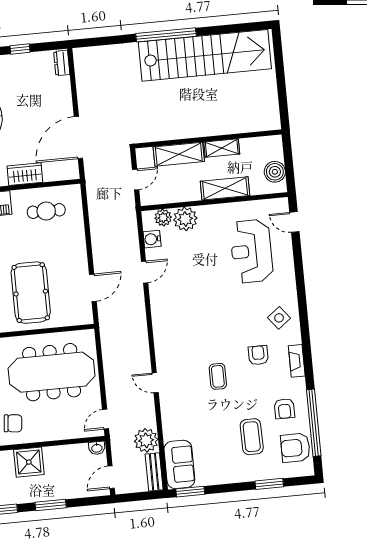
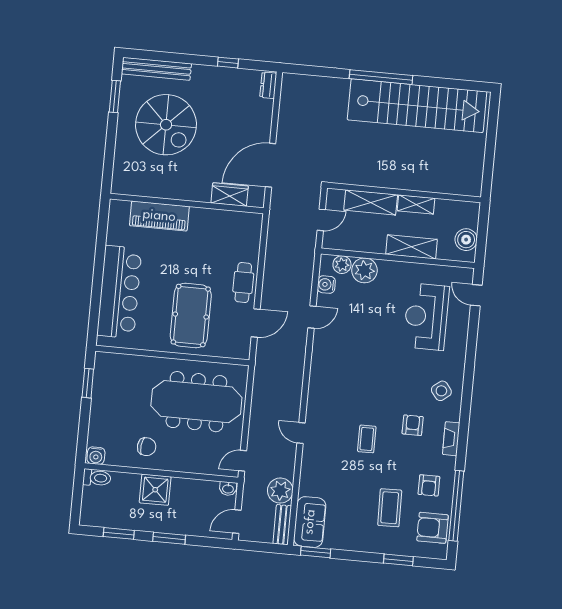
wardrobe: (25, 174) -> (230, 194), moved
cafe table: (46, 211) -> (243, 283), moved, turned 90

